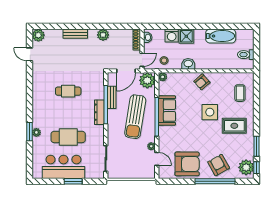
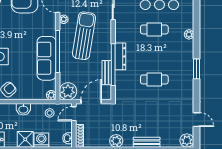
sofa: (167, 111) -> (47, 58), width x1.36
sun lounger: (135, 117) -> (84, 36), moved
window: (29, 132) -> (197, 69), moved
cafe table: (68, 137) -> (154, 29), width x0.73, depth x0.74

